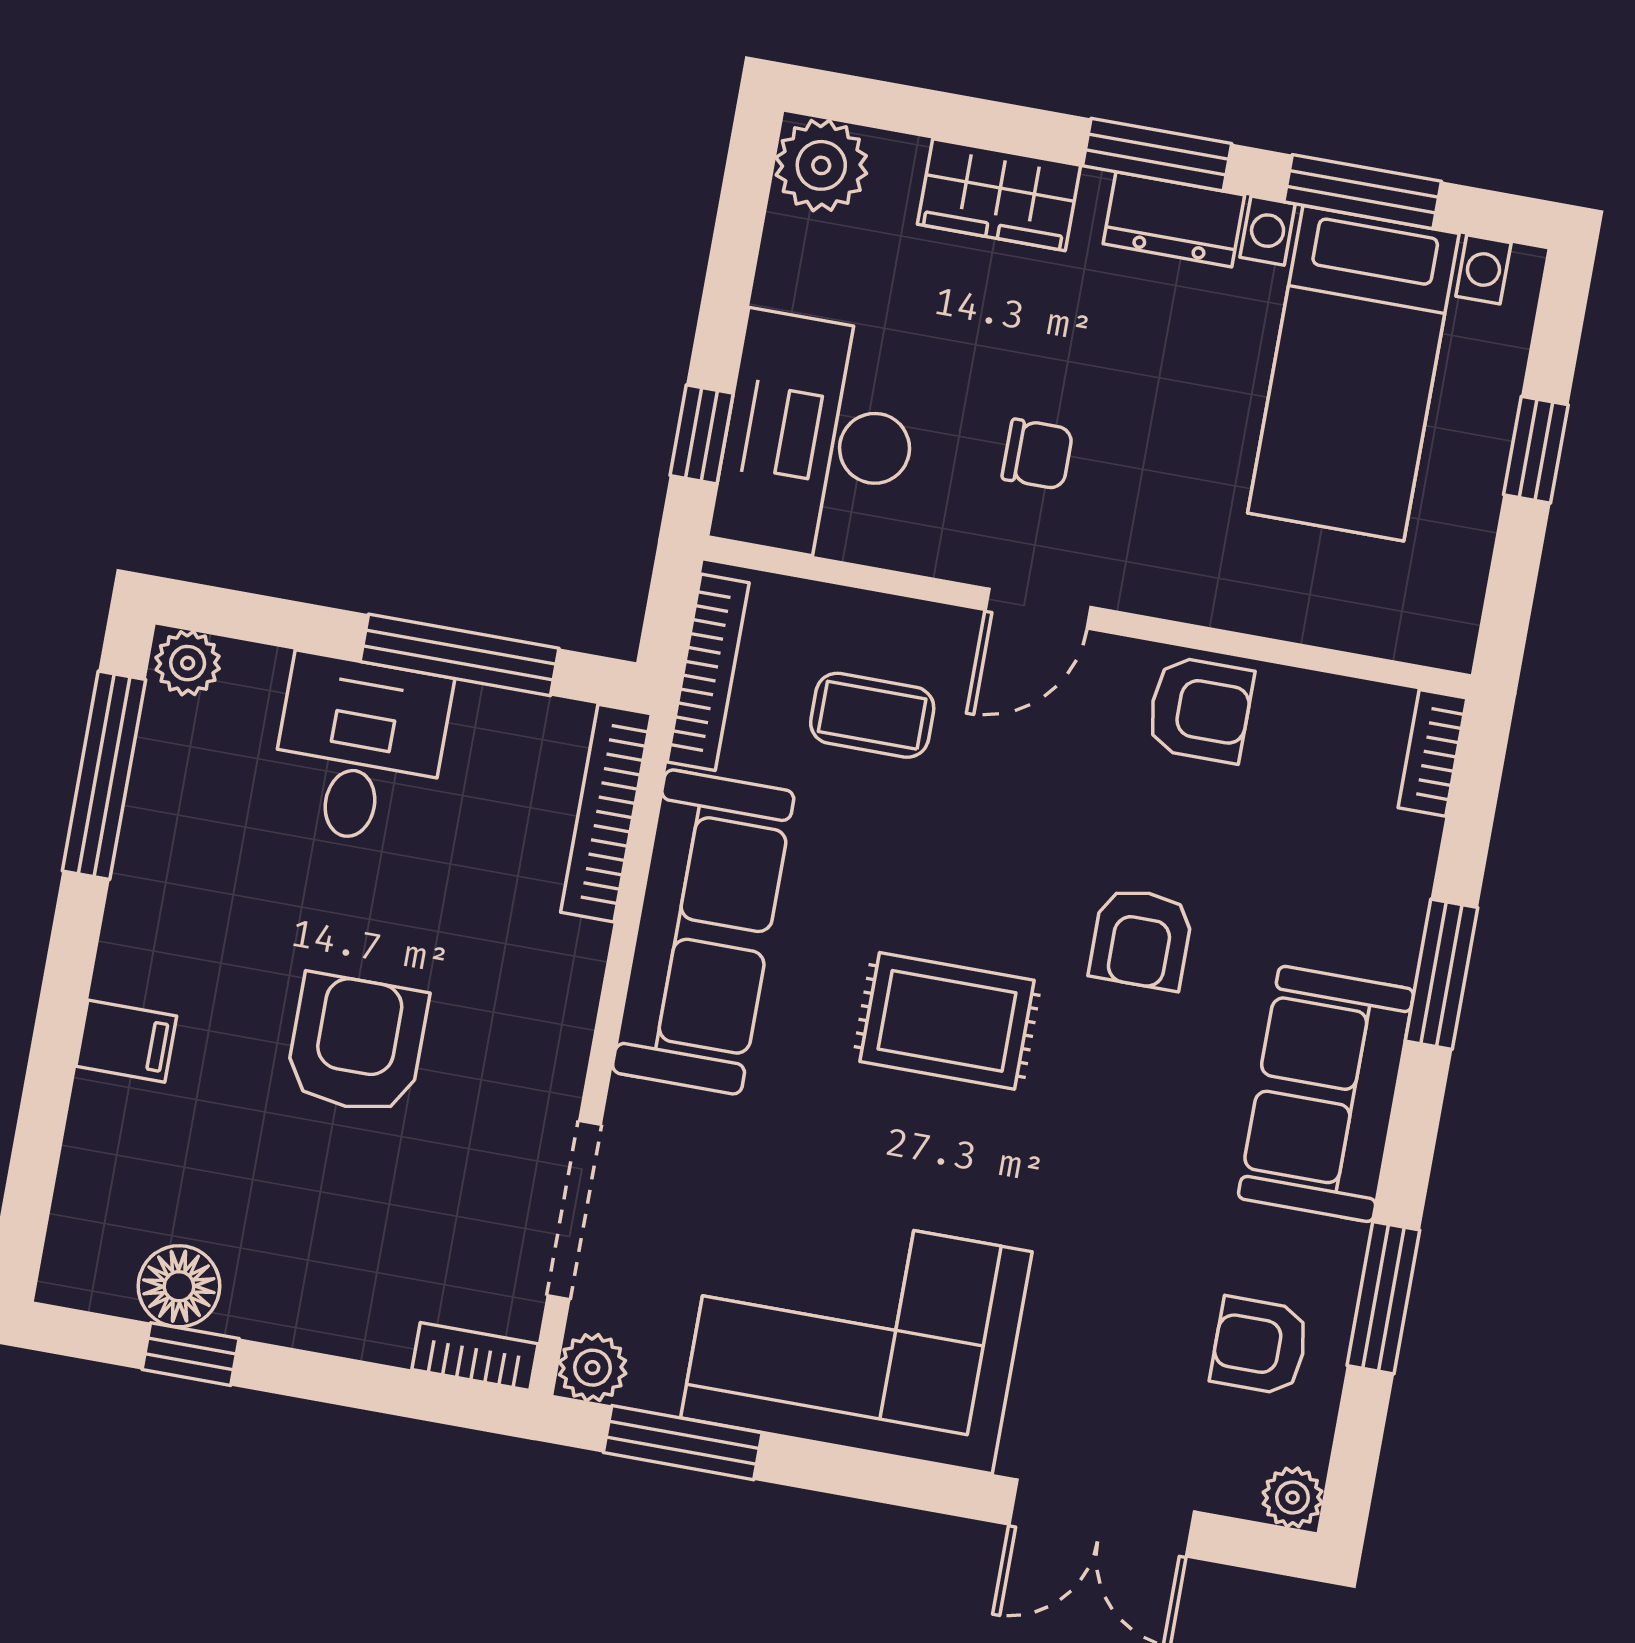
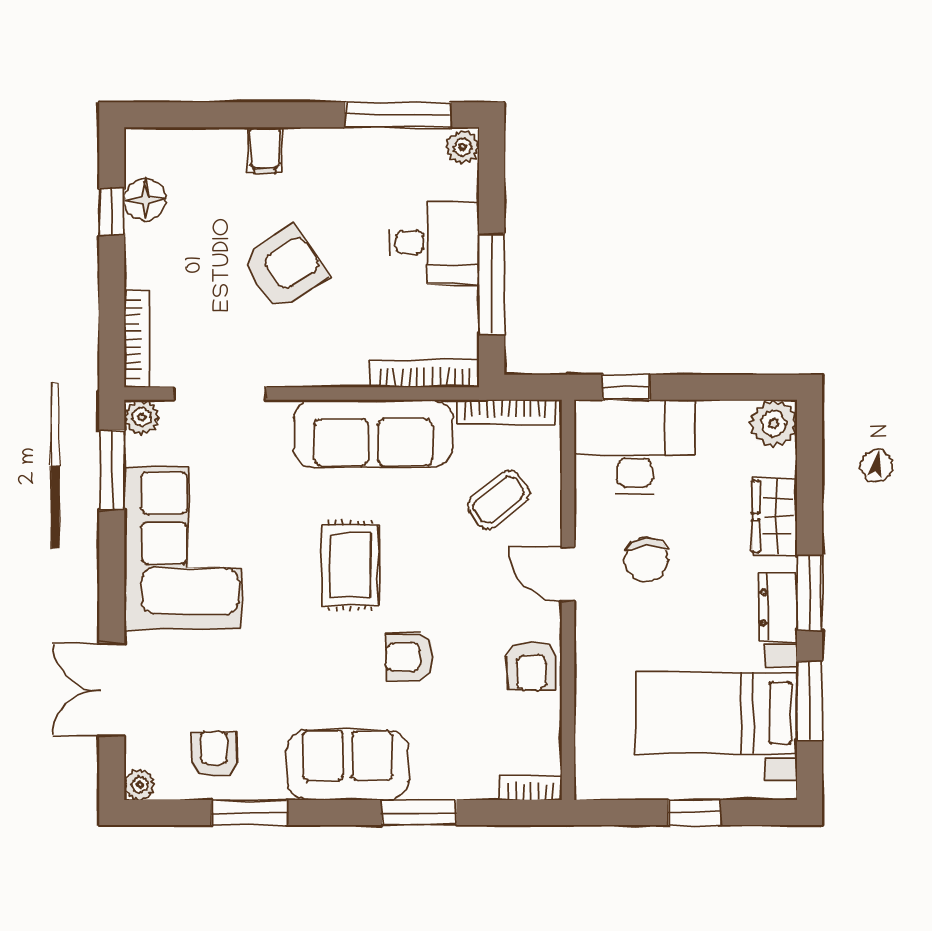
chair: (1038, 454) -> (646, 560), width x1.37, depth x1.37
coffee table: (872, 715) -> (499, 500), turned 52
armchair: (357, 1044) -> (284, 268), turned -34
bookcase: (475, 1357) -> (136, 339), width x1.56

